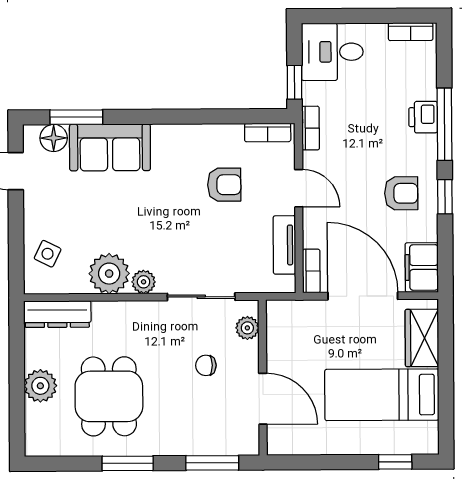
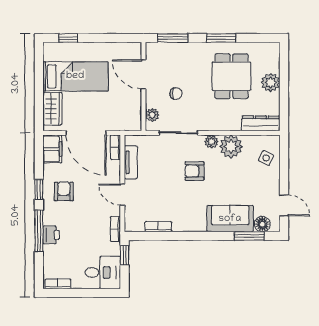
bookcase: (268, 132) -> (158, 227), moved
armchair: (224, 185) -> (195, 171), moved
armchair: (401, 193) -> (64, 191), turned 90

